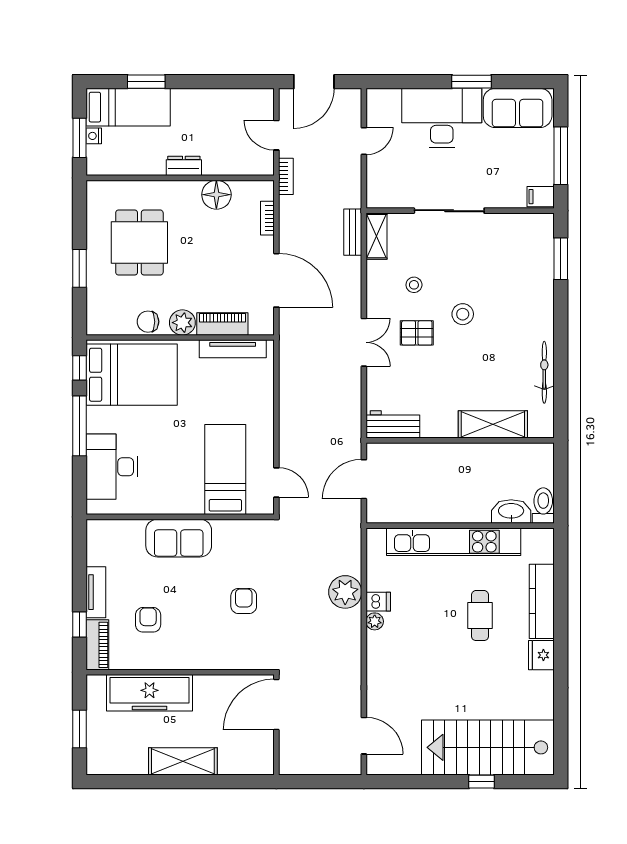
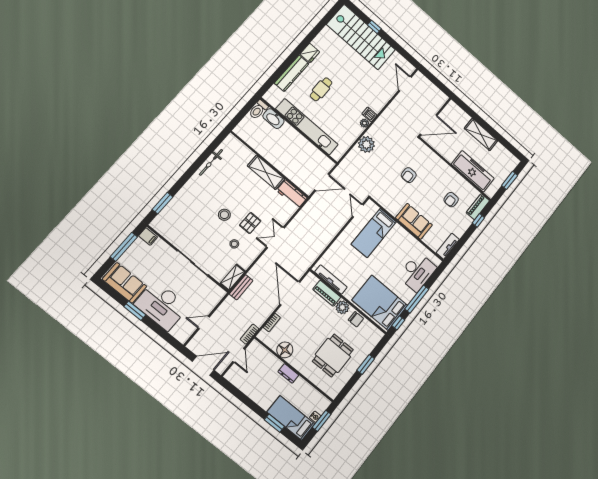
pallet: (417, 333) -> (250, 223), turned 90
shelving: (493, 424) -> (266, 172), moved
tv unit: (96, 592) -> (448, 246), moved
dishwasher: (378, 602) -> (369, 114), moved

